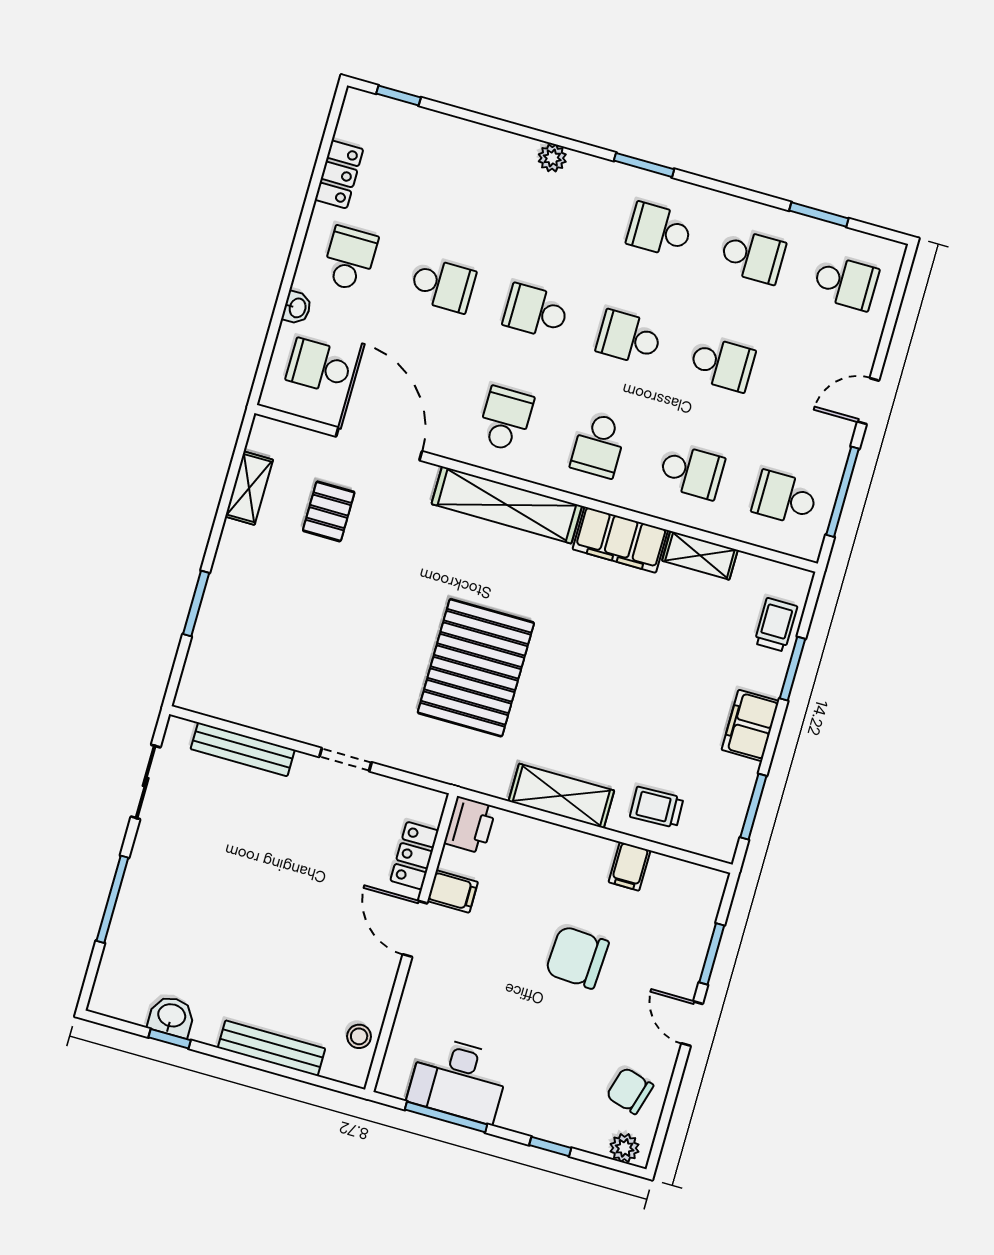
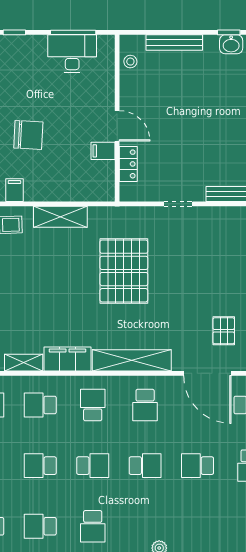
school desk: (660, 230) -> (93, 526), turned 90
printer: (470, 825) -> (104, 188), removed

